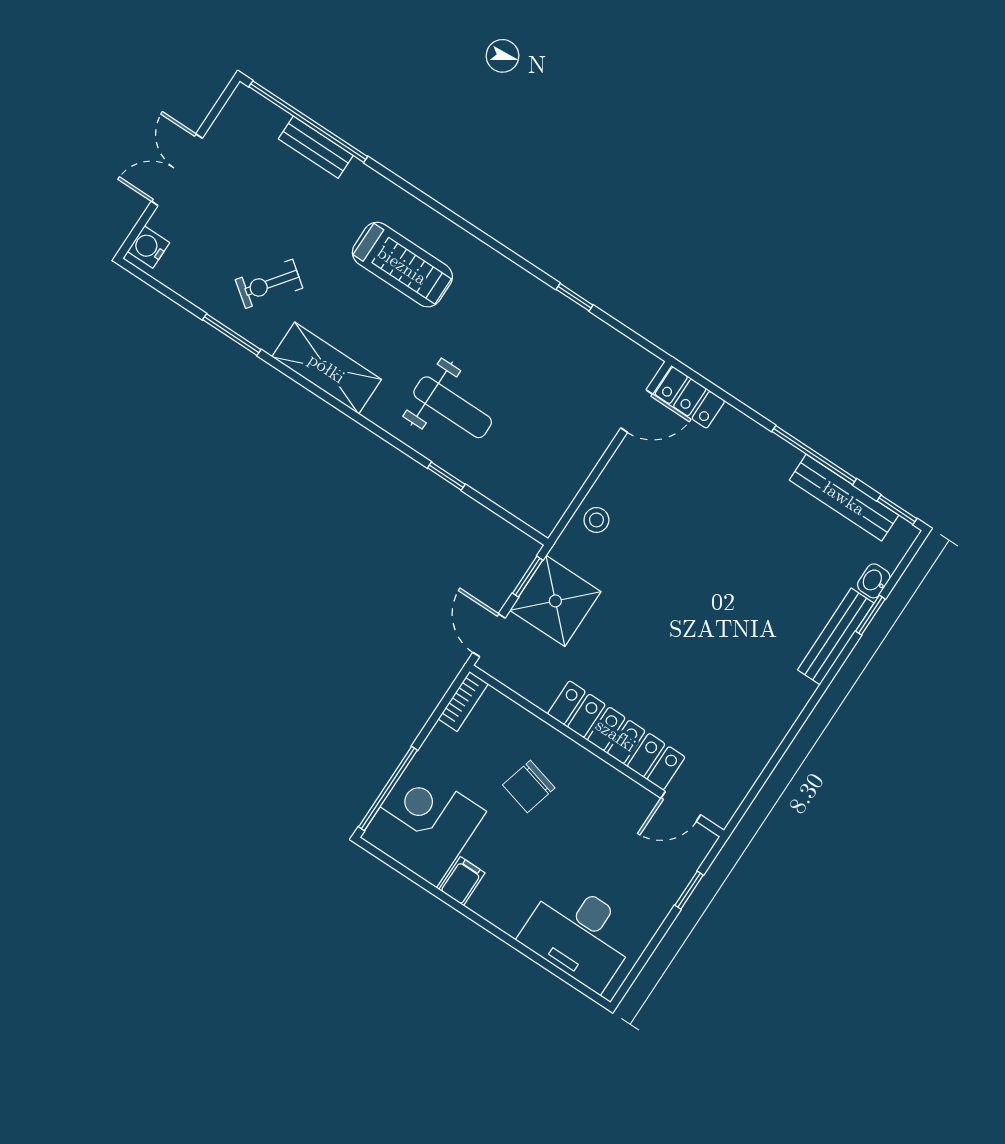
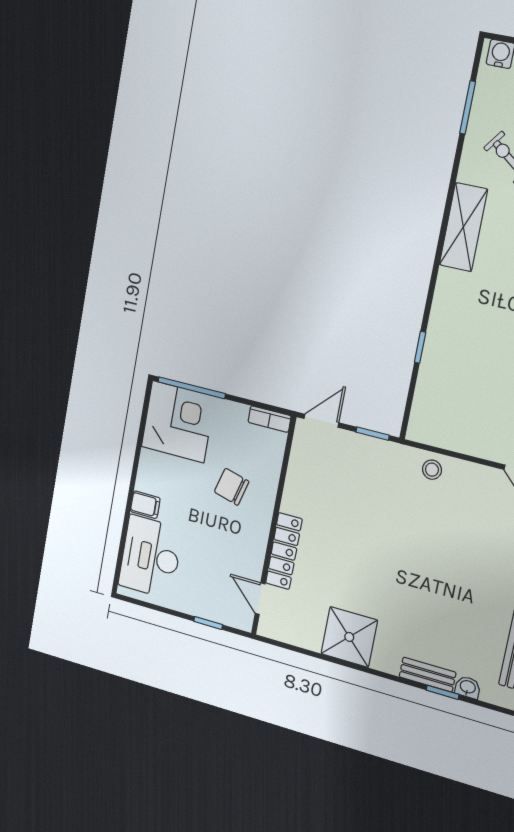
window: (232, 335) -> (468, 107), moved
weight bench: (453, 407) -> (472, 333), removed
shower: (555, 601) -> (349, 637), moved
bench: (836, 636) -> (428, 675), width x0.73
locker: (616, 735) -> (284, 551), width x0.71, depth x0.83
filing cabinet: (462, 881) -> (145, 505), moved

